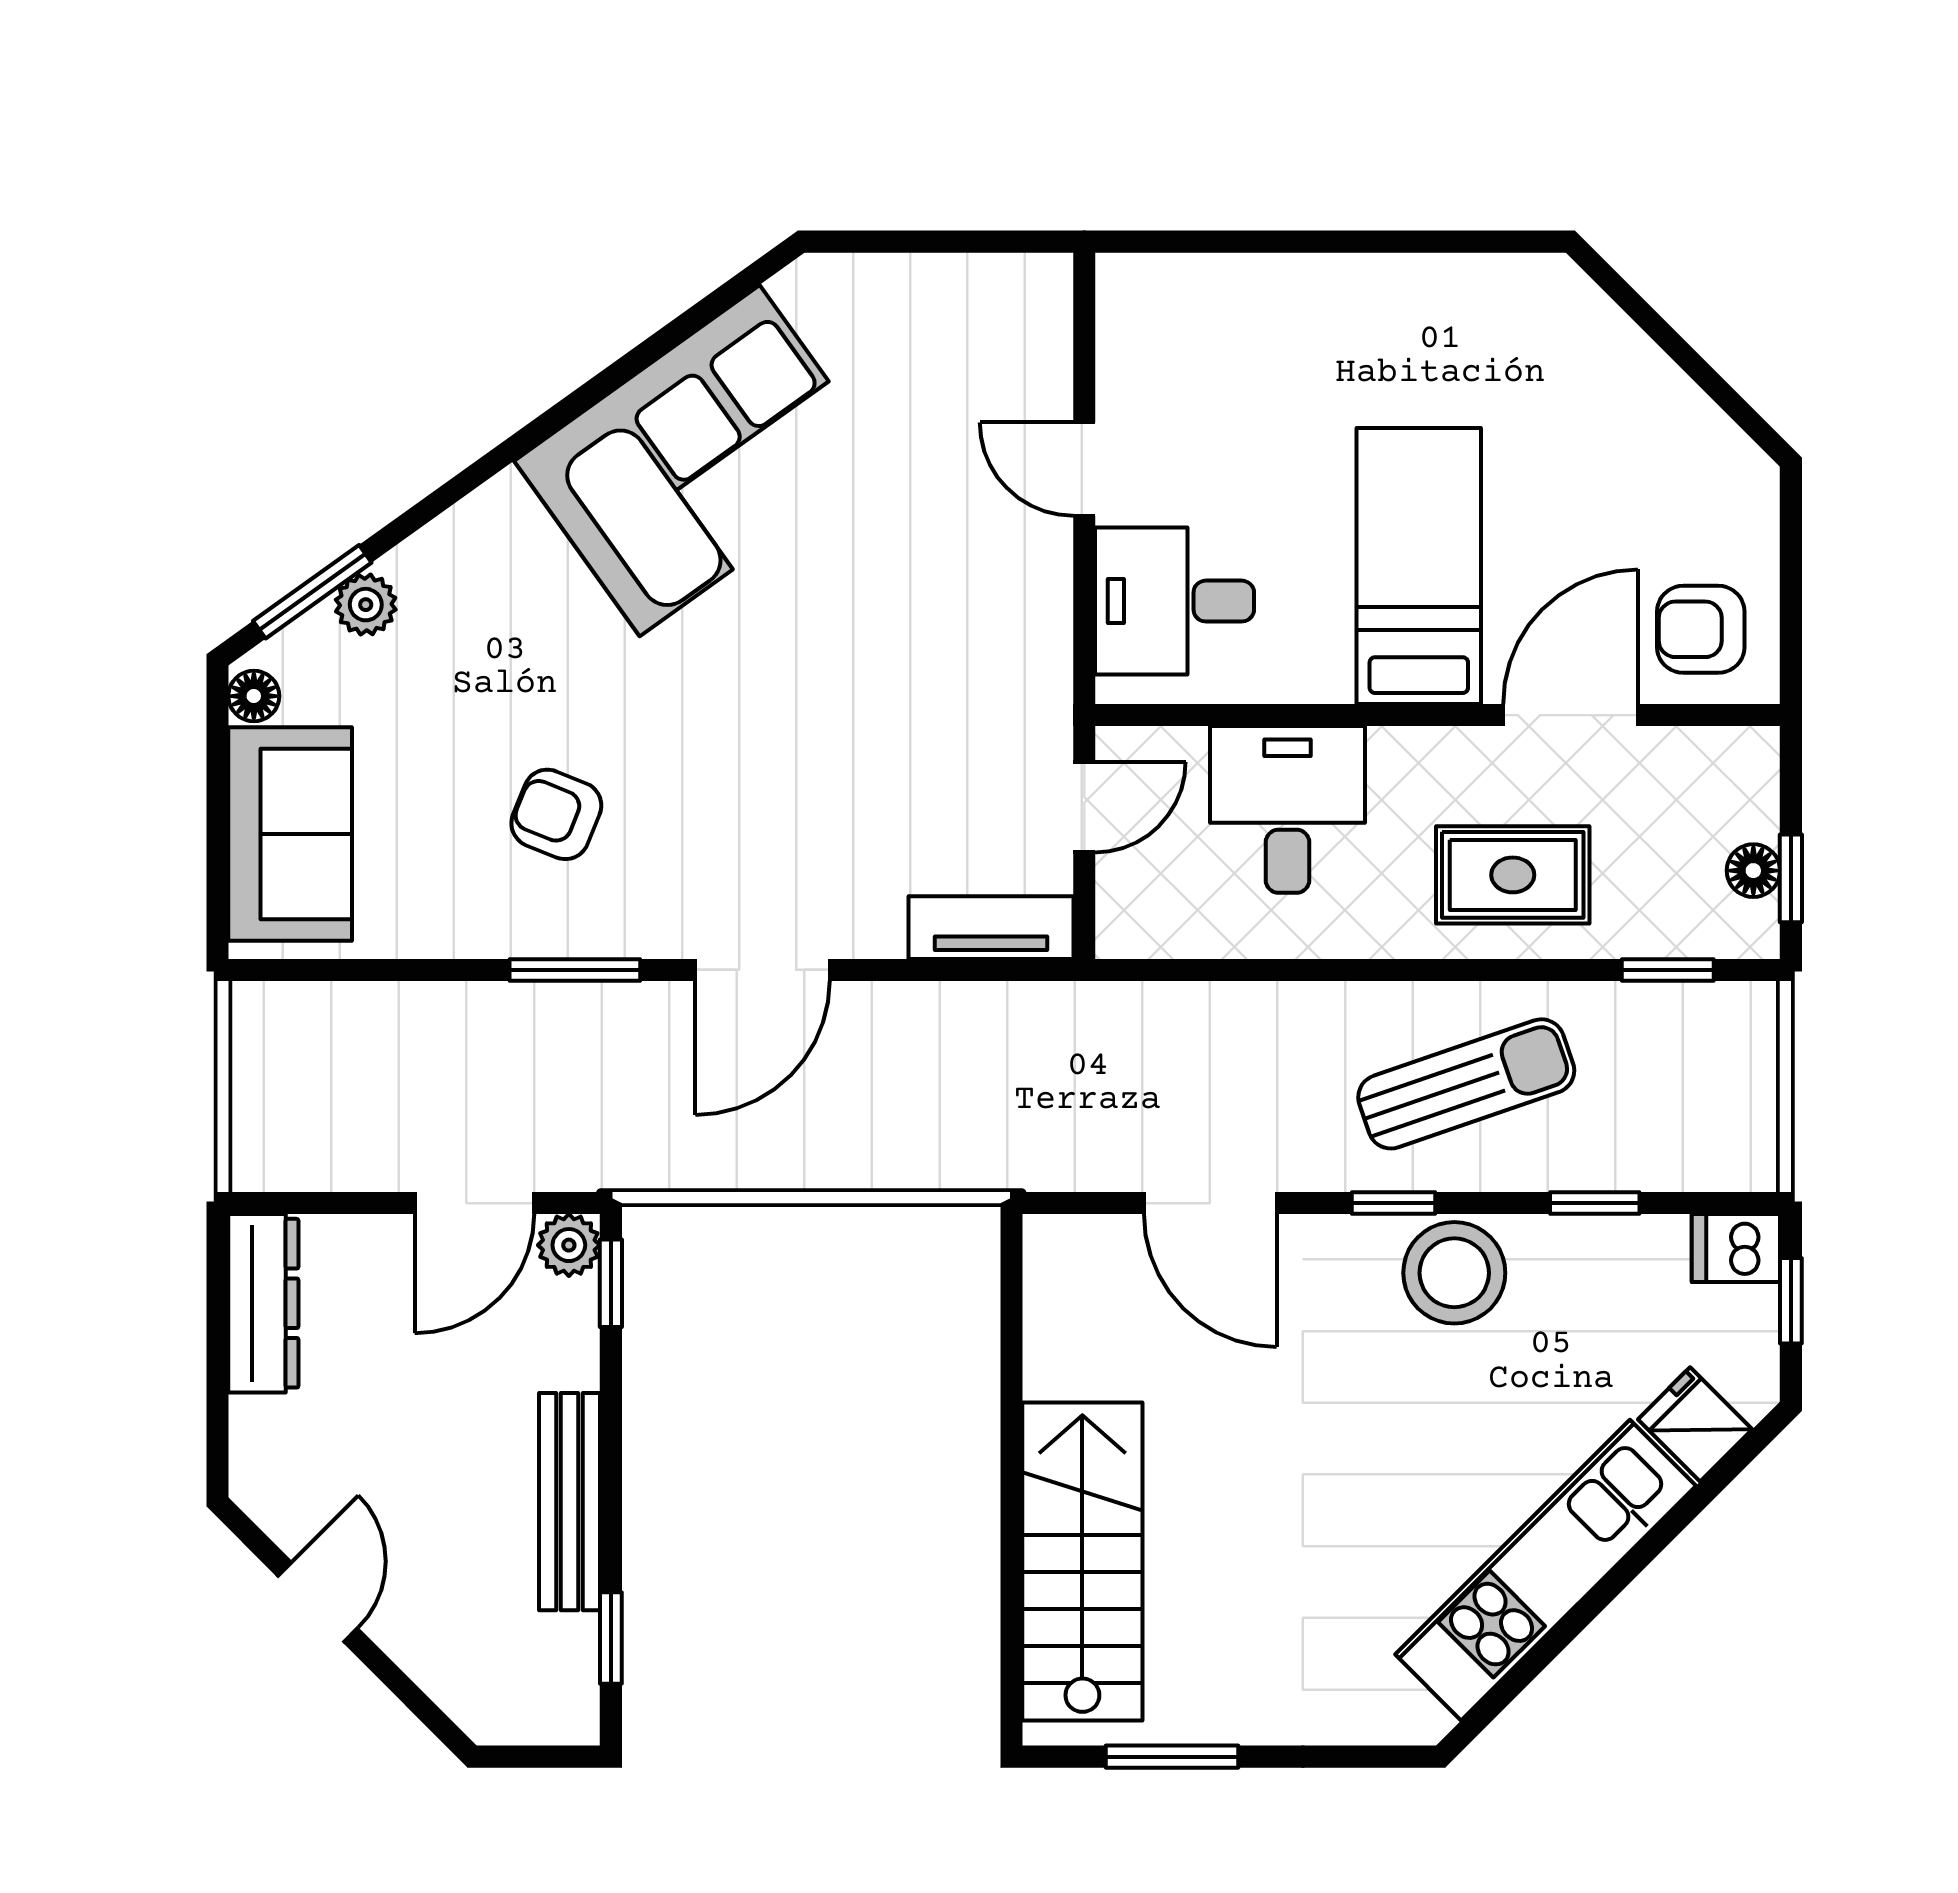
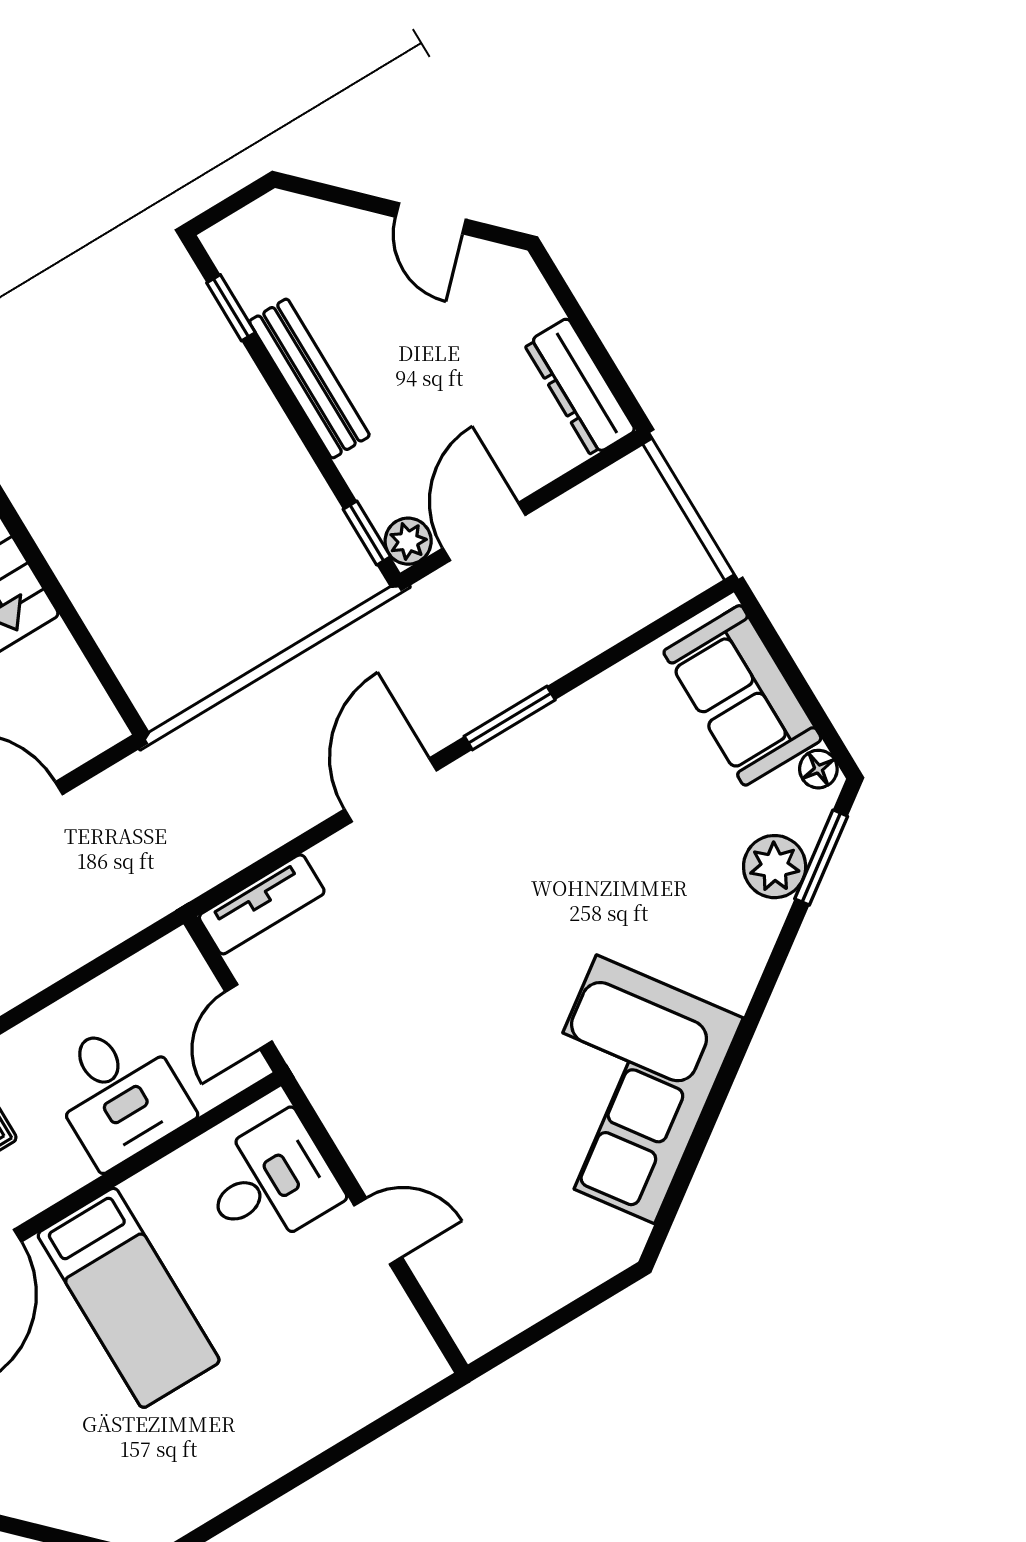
plant: (366, 605) -> (775, 867), width x1.38, depth x1.38
armchair: (556, 814) -> (581, 810), removed

